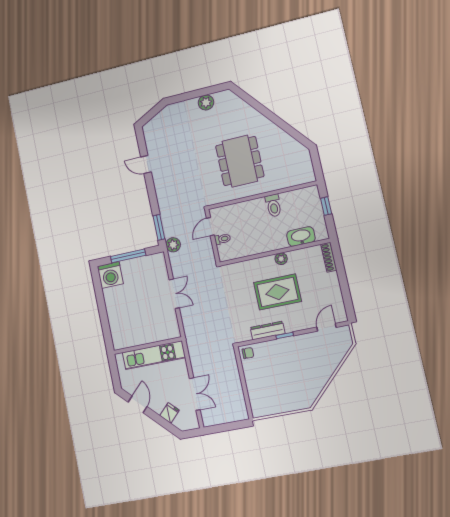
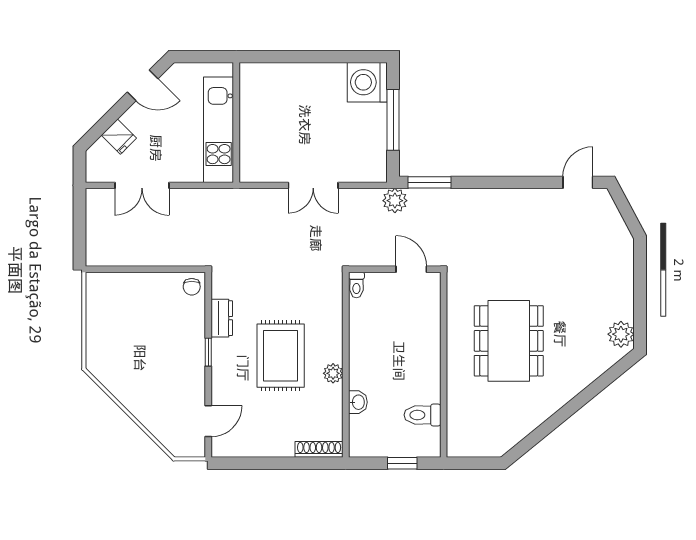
plant: (206, 102) -> (621, 334), moved
dining table: (240, 161) -> (509, 341), turned 90
door: (146, 165) -> (578, 182), moved
toilet: (273, 206) -> (422, 415), moved
washbasin: (301, 237) -> (358, 402), width x0.52, depth x0.69
toilet: (223, 239) -> (356, 285), moved
door: (327, 327) -> (208, 421), hinge flipped
dresser: (268, 331) -> (222, 318), width x0.70

